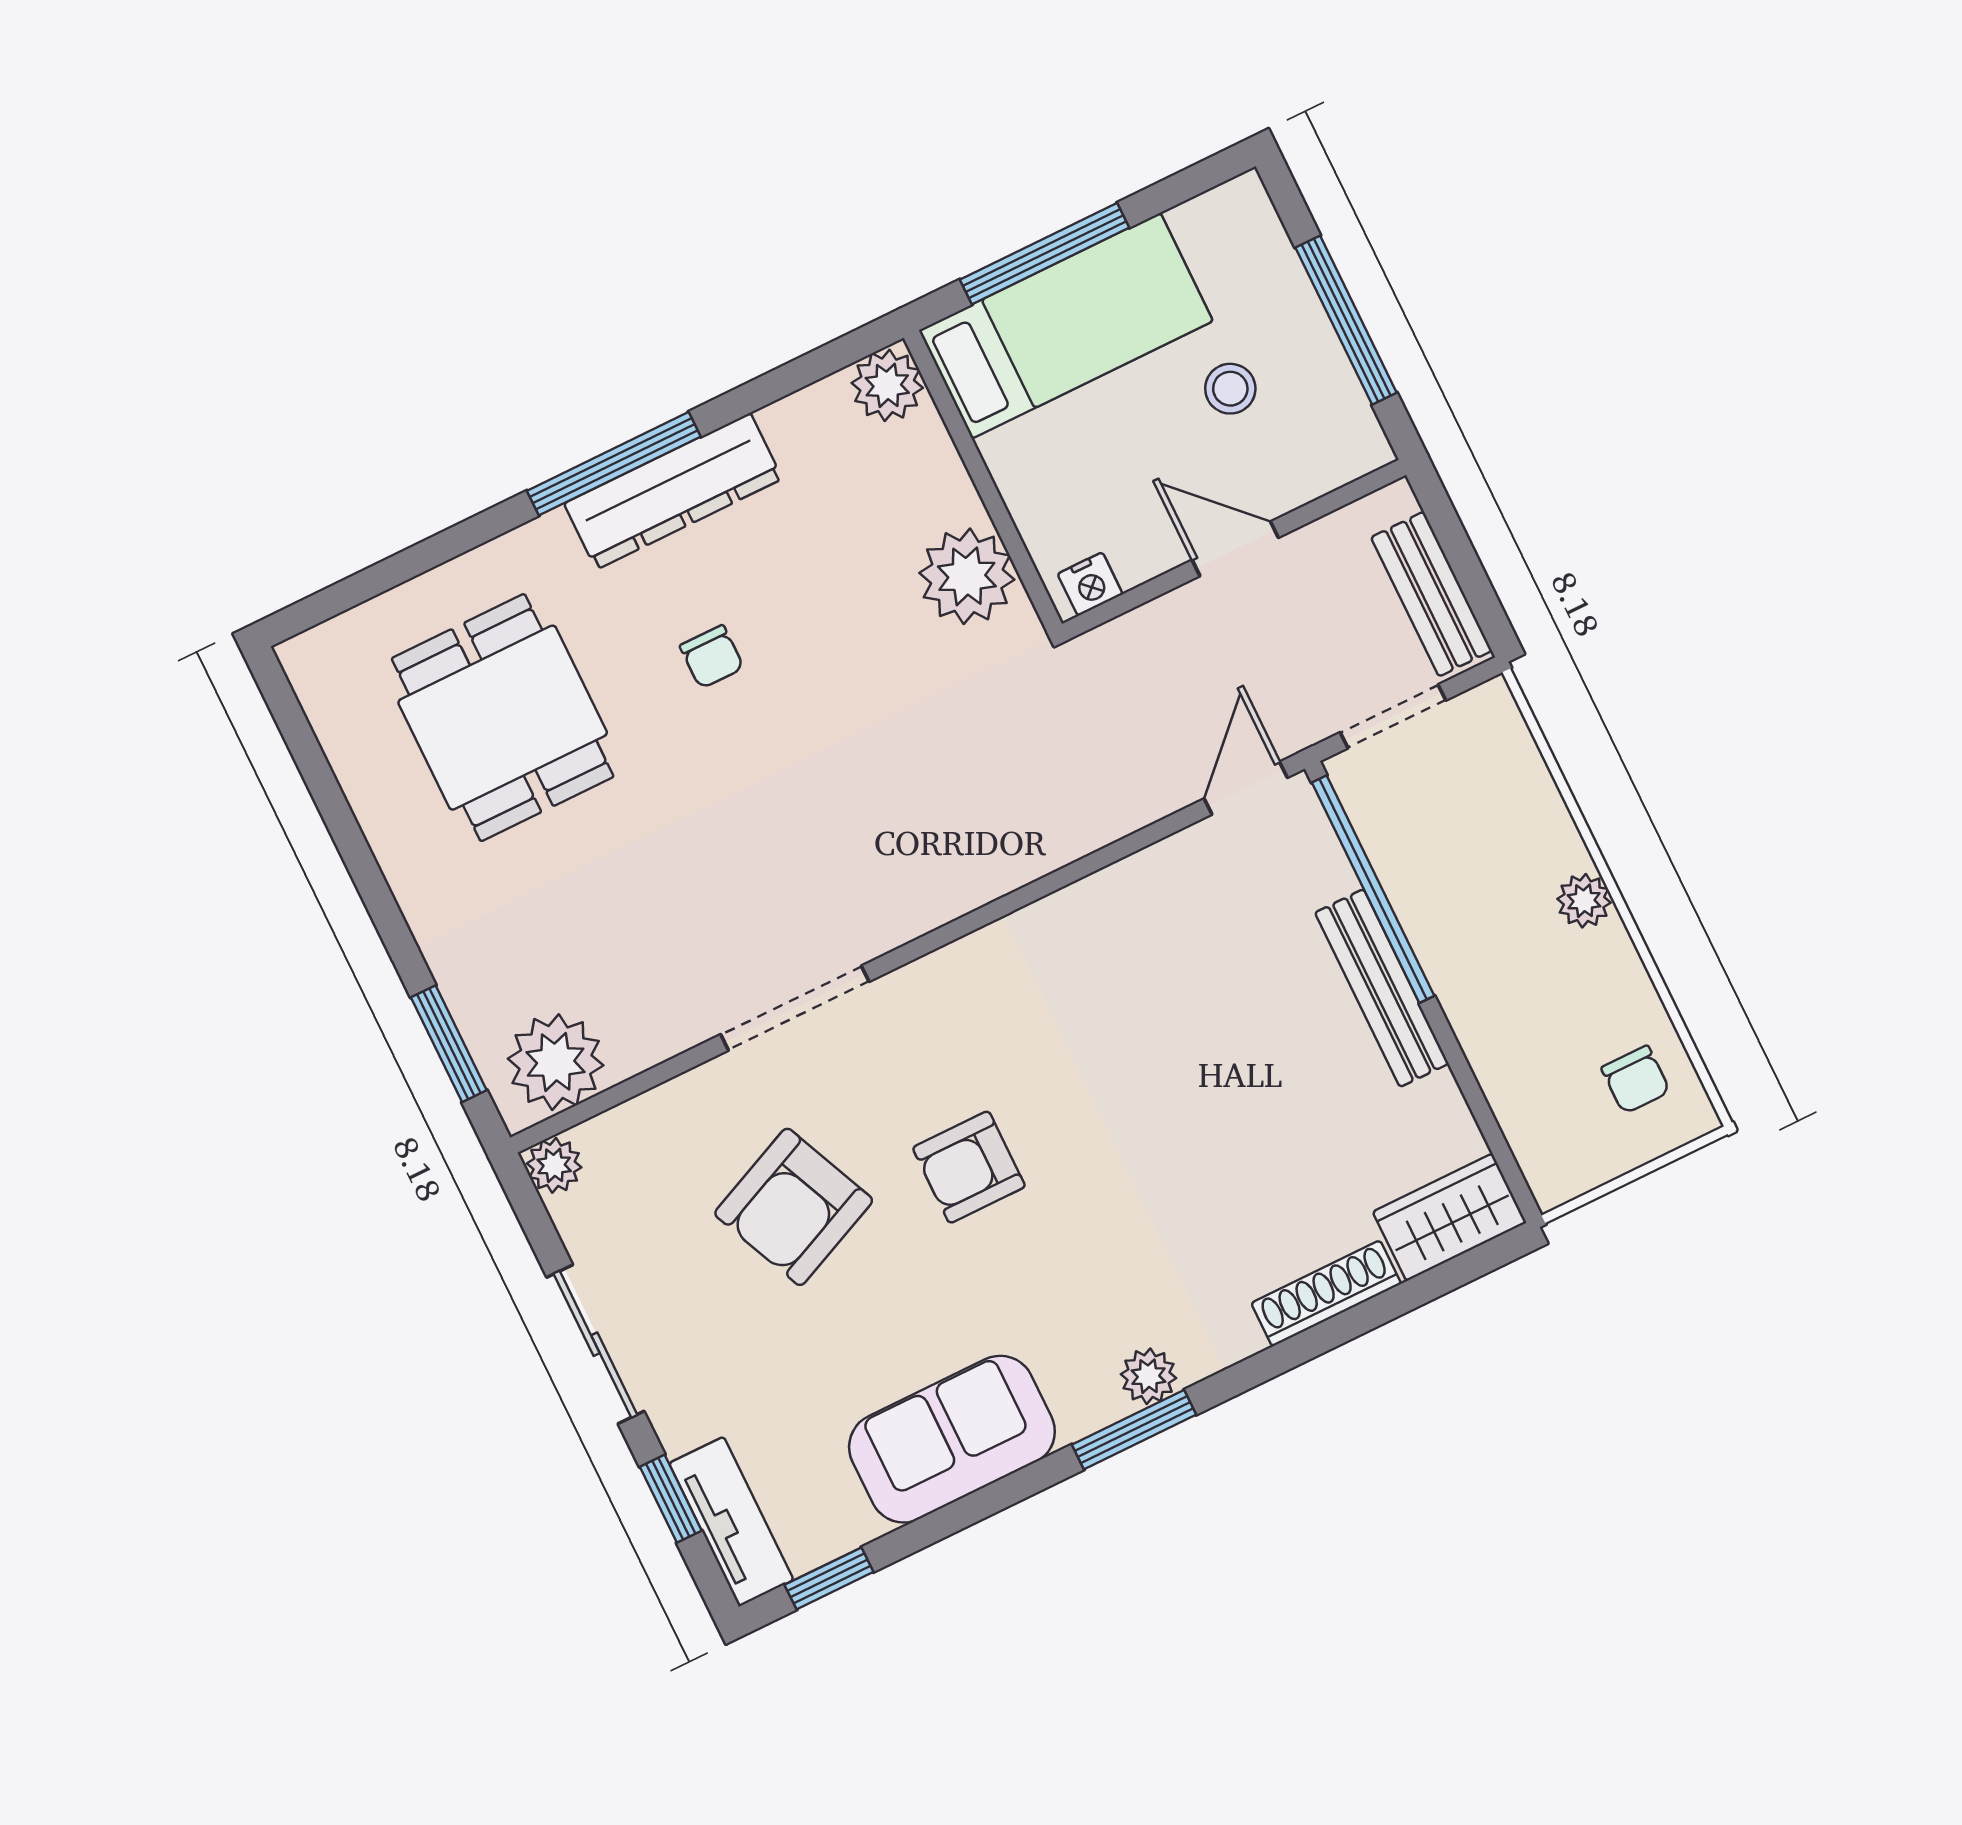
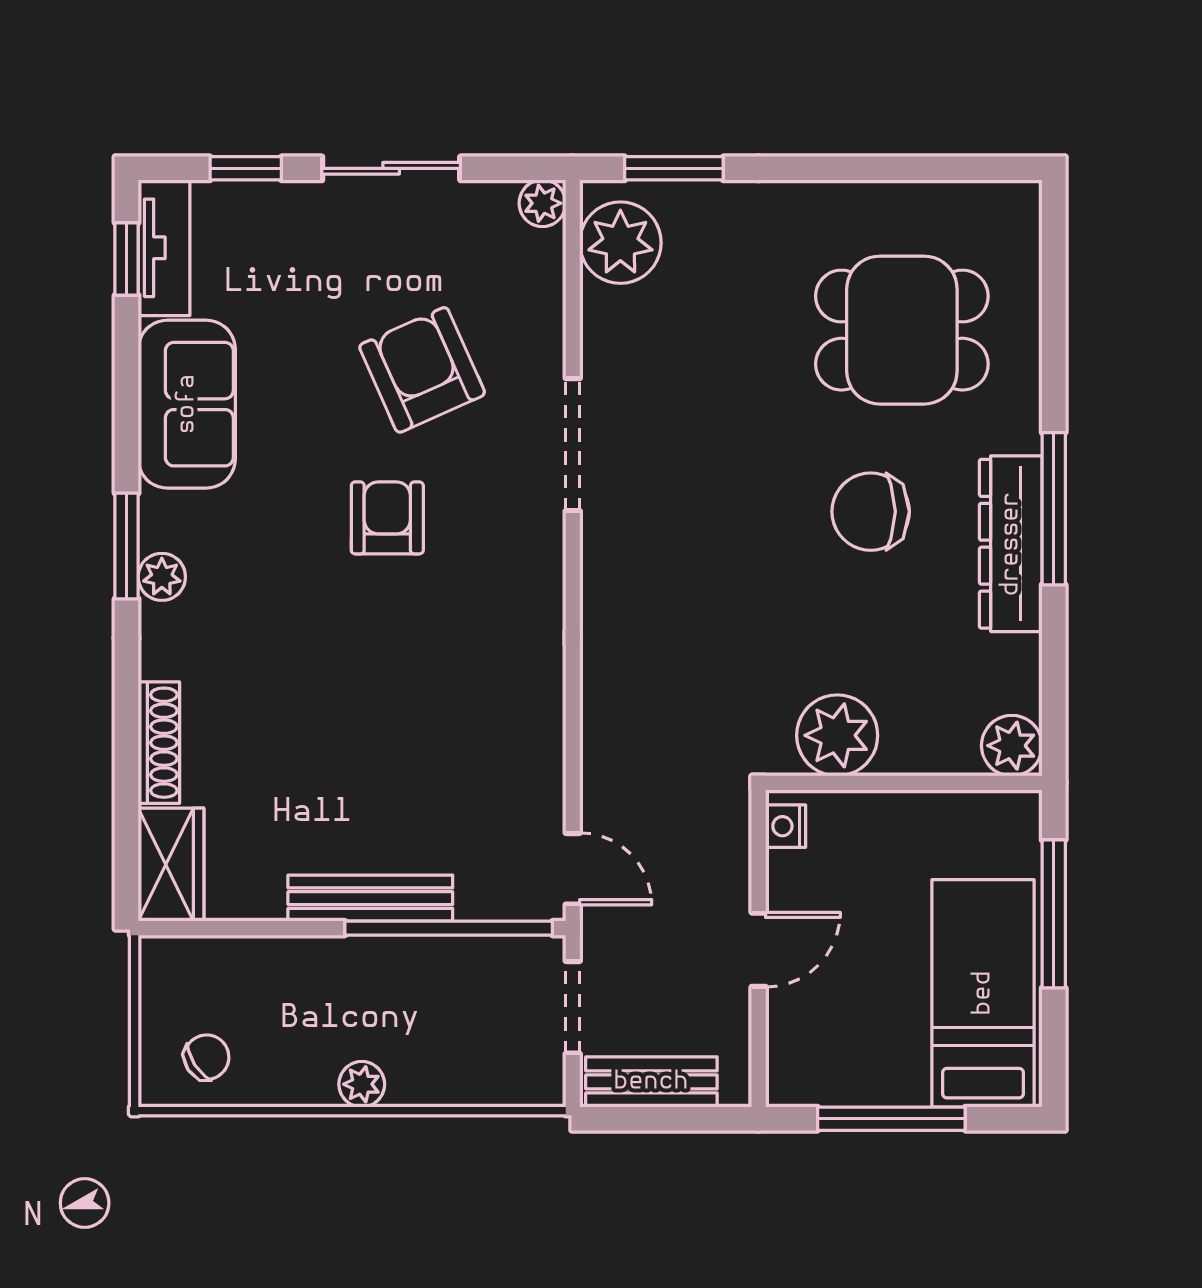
bed: (1066, 326) -> (983, 993), moved, turned 180
stool: (1230, 389) -> (882, 1005), removed
chair: (712, 657) -> (871, 512), width x1.87, depth x1.87
chair: (1636, 1080) -> (207, 1057), turned 147
tv unit: (731, 1522) -> (164, 248), moved, turned -90

